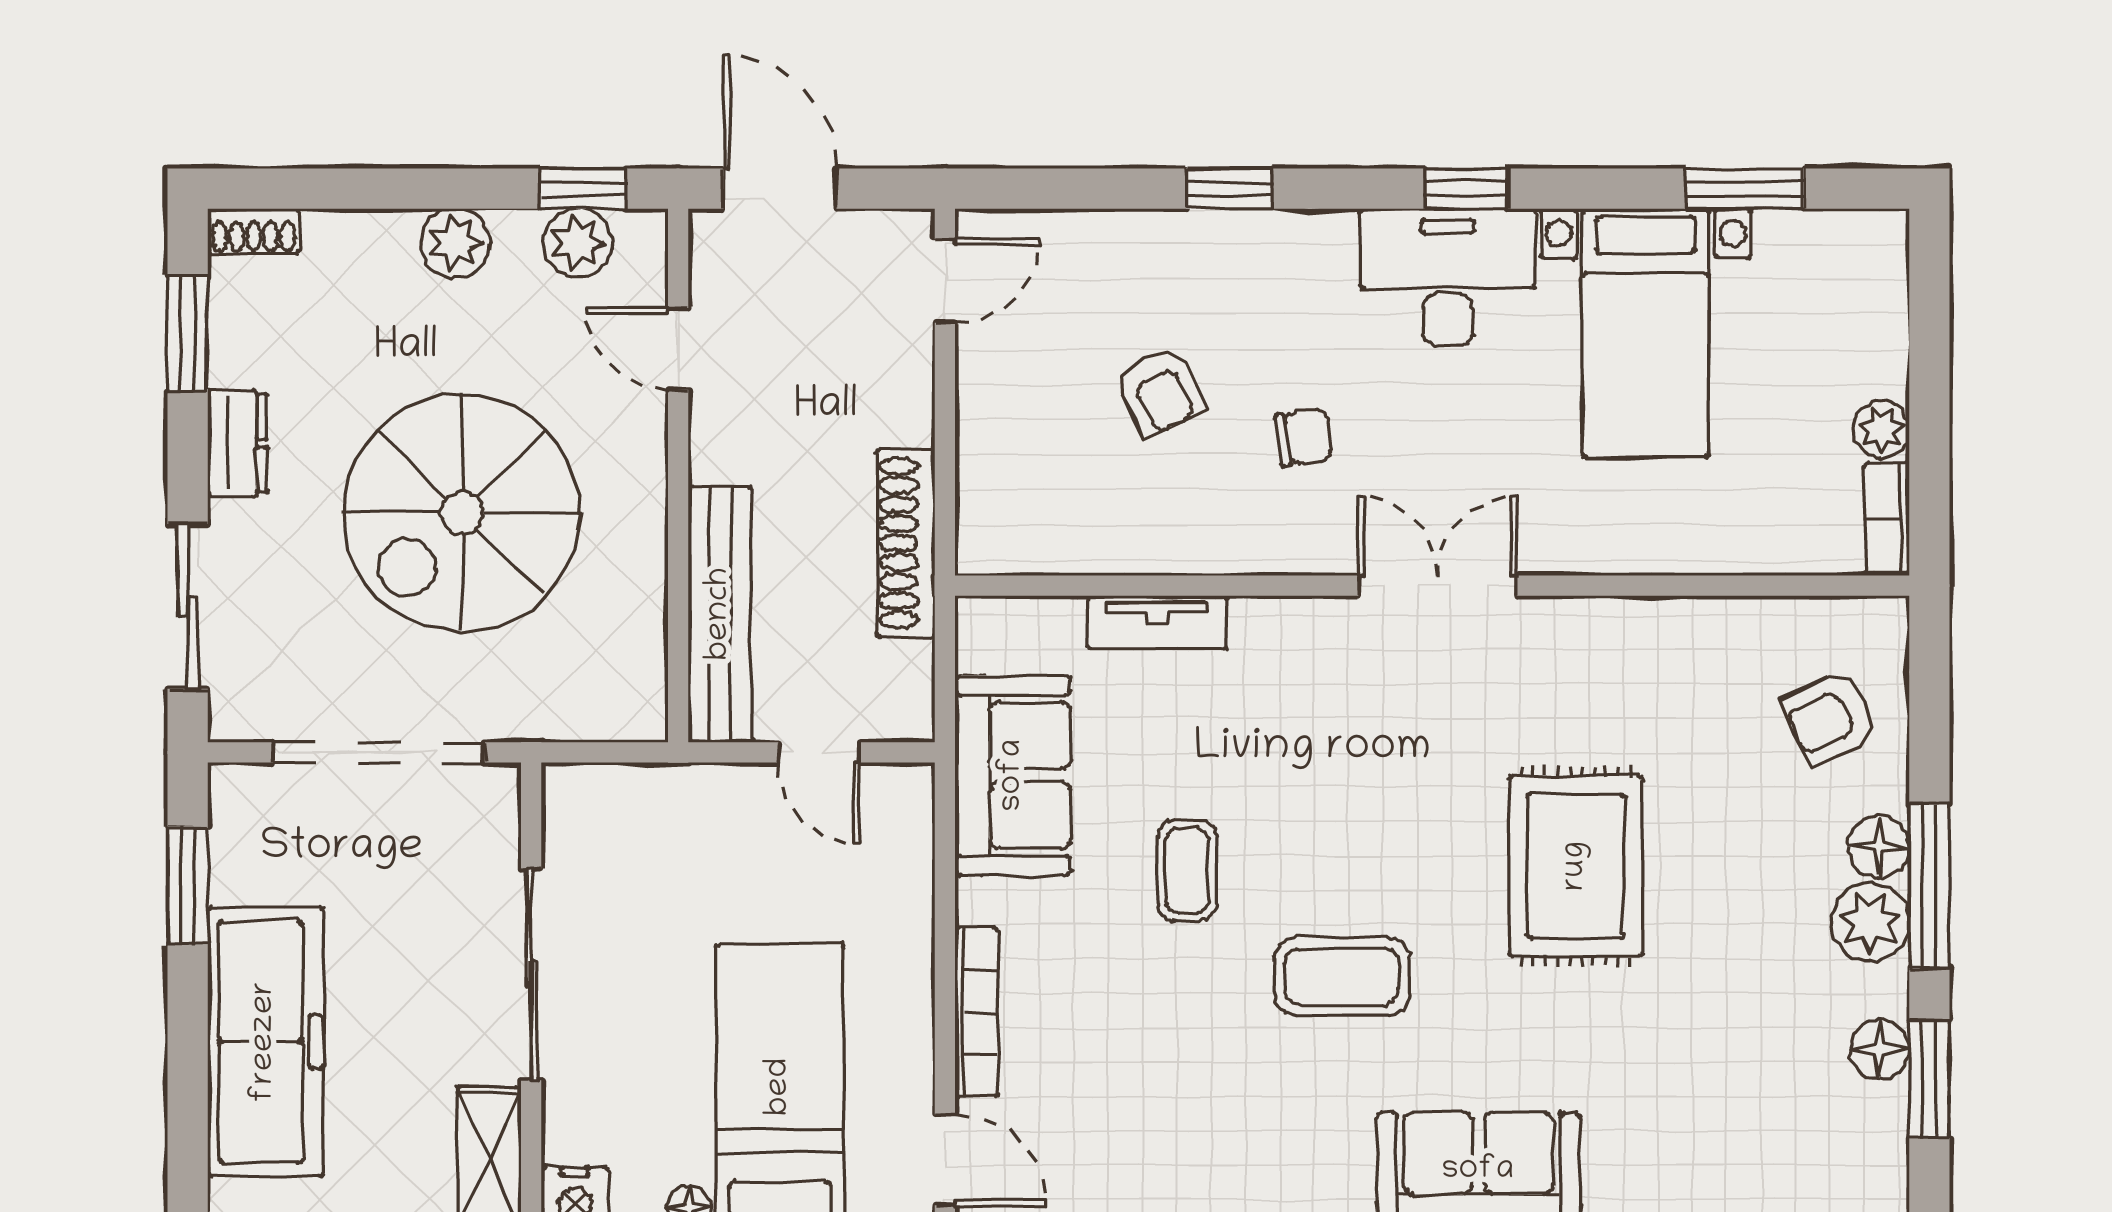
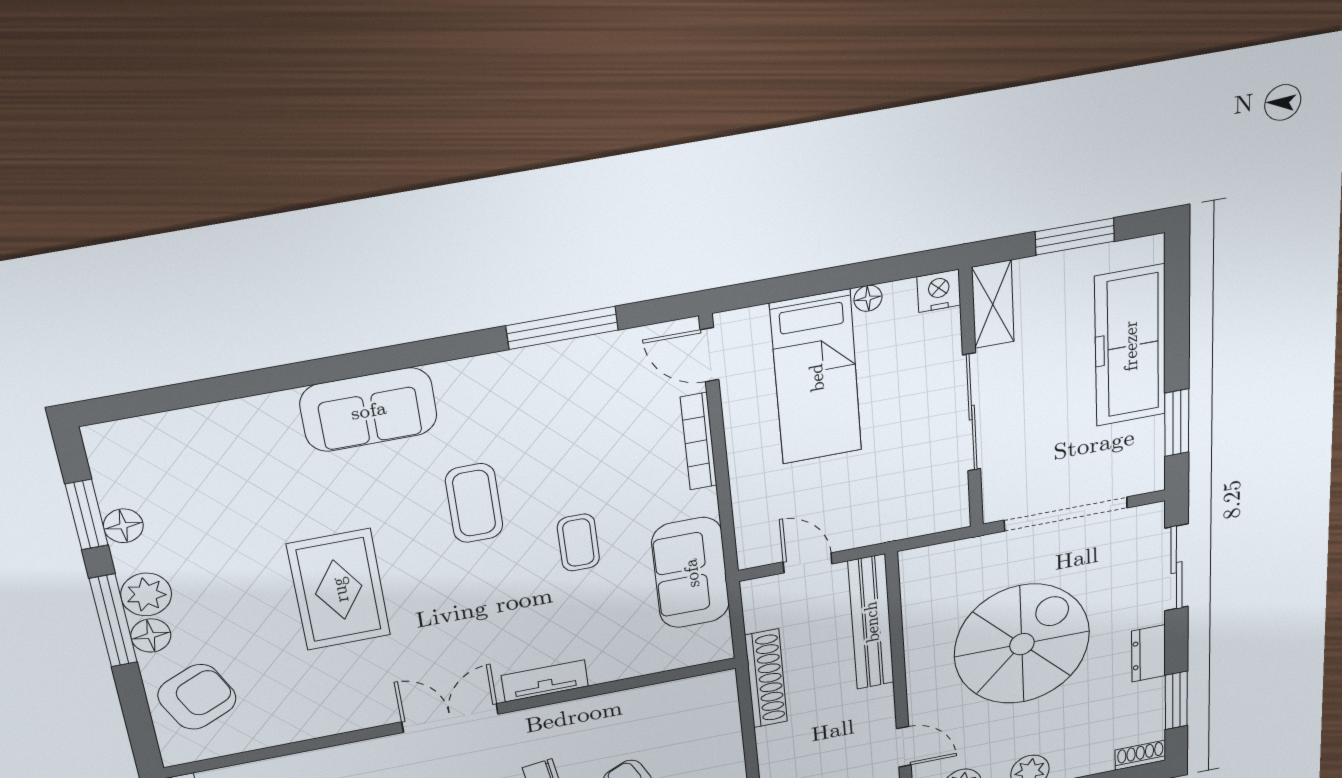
double door: (1438, 586) -> (450, 718), swing flipped
tv unit: (1157, 622) -> (545, 681), moved
armchair: (1830, 718) -> (197, 697), width x1.38, depth x1.38
coffee table: (1342, 976) -> (474, 503), turned 90

